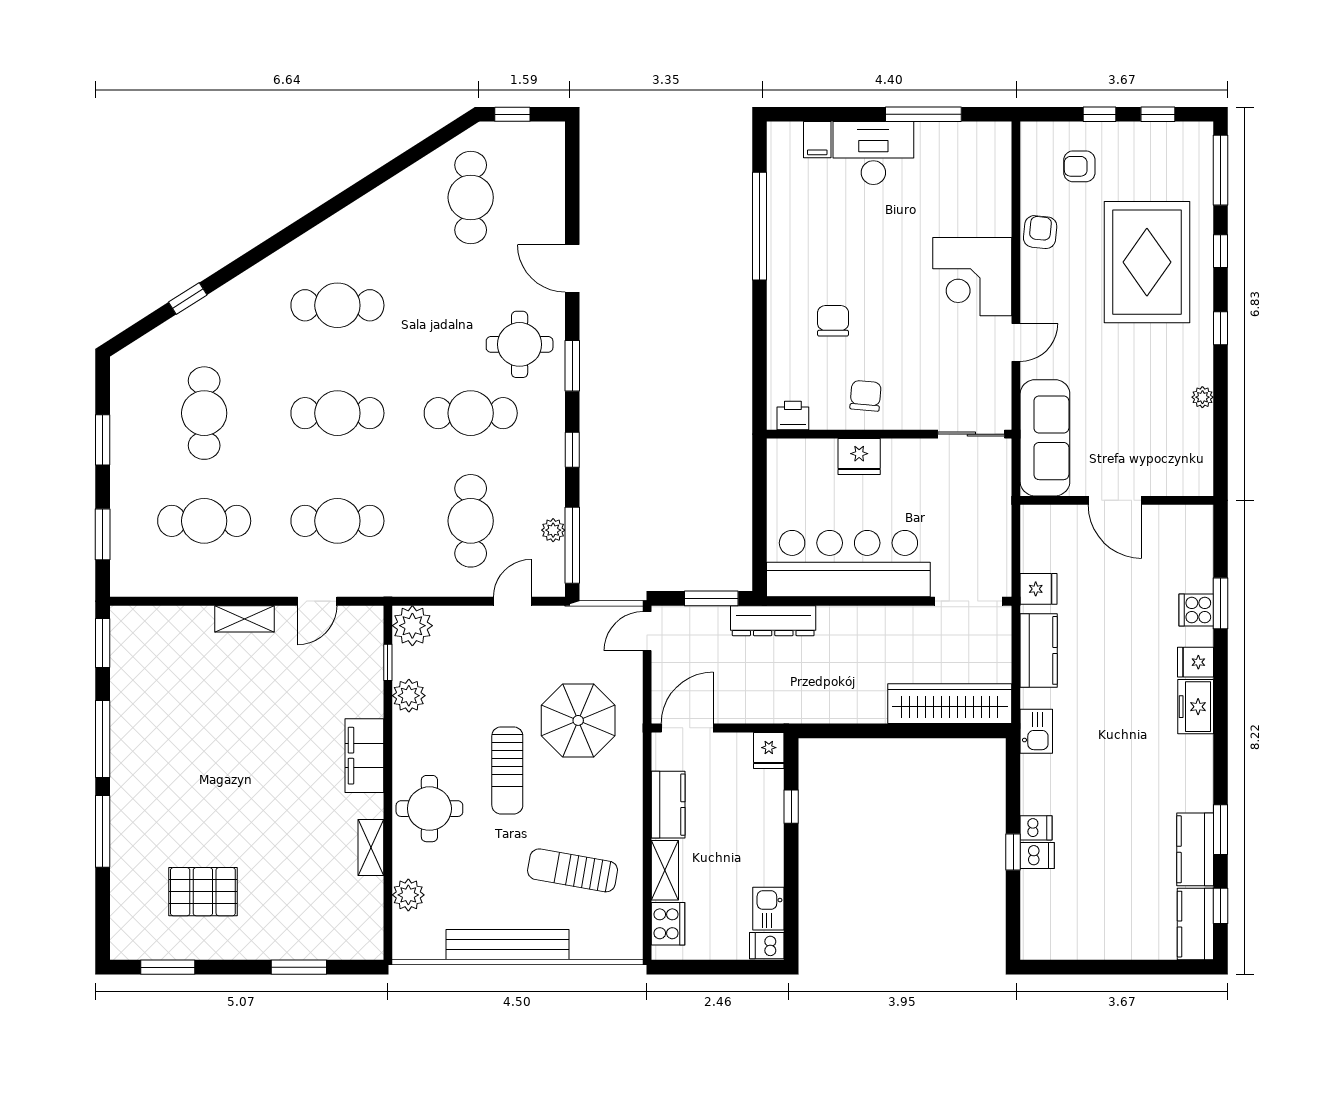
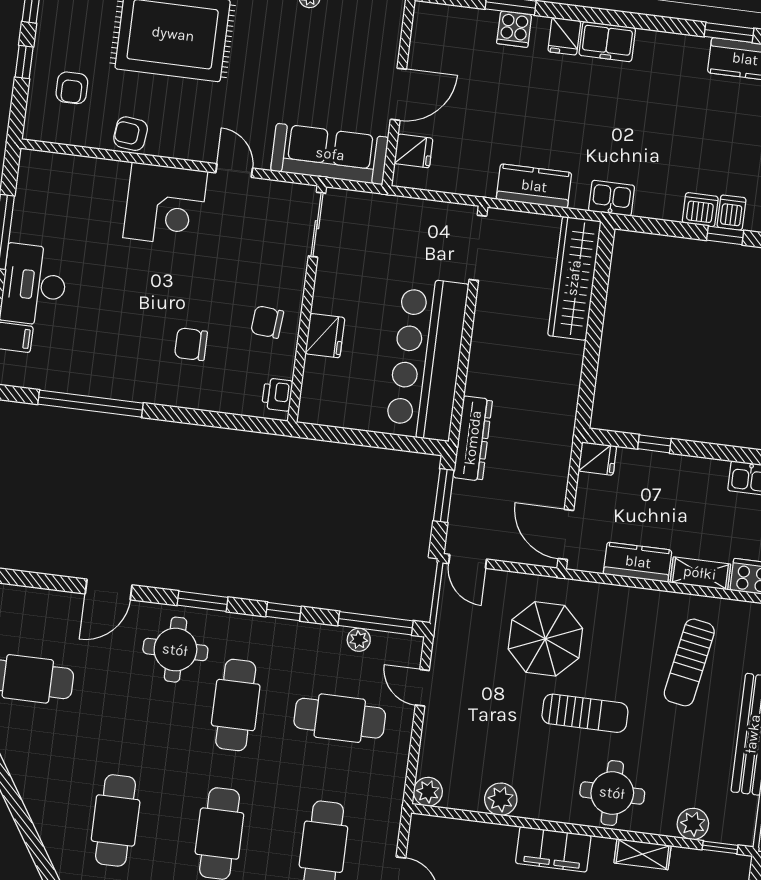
fridge: (1039, 589) -> (413, 151), moved, turned 90
plant: (412, 626) -> (428, 792), width x0.73, depth x0.73
window: (388, 662) -> (720, 847), moved
dishwasher: (1036, 828) -> (700, 210), width x1.38

